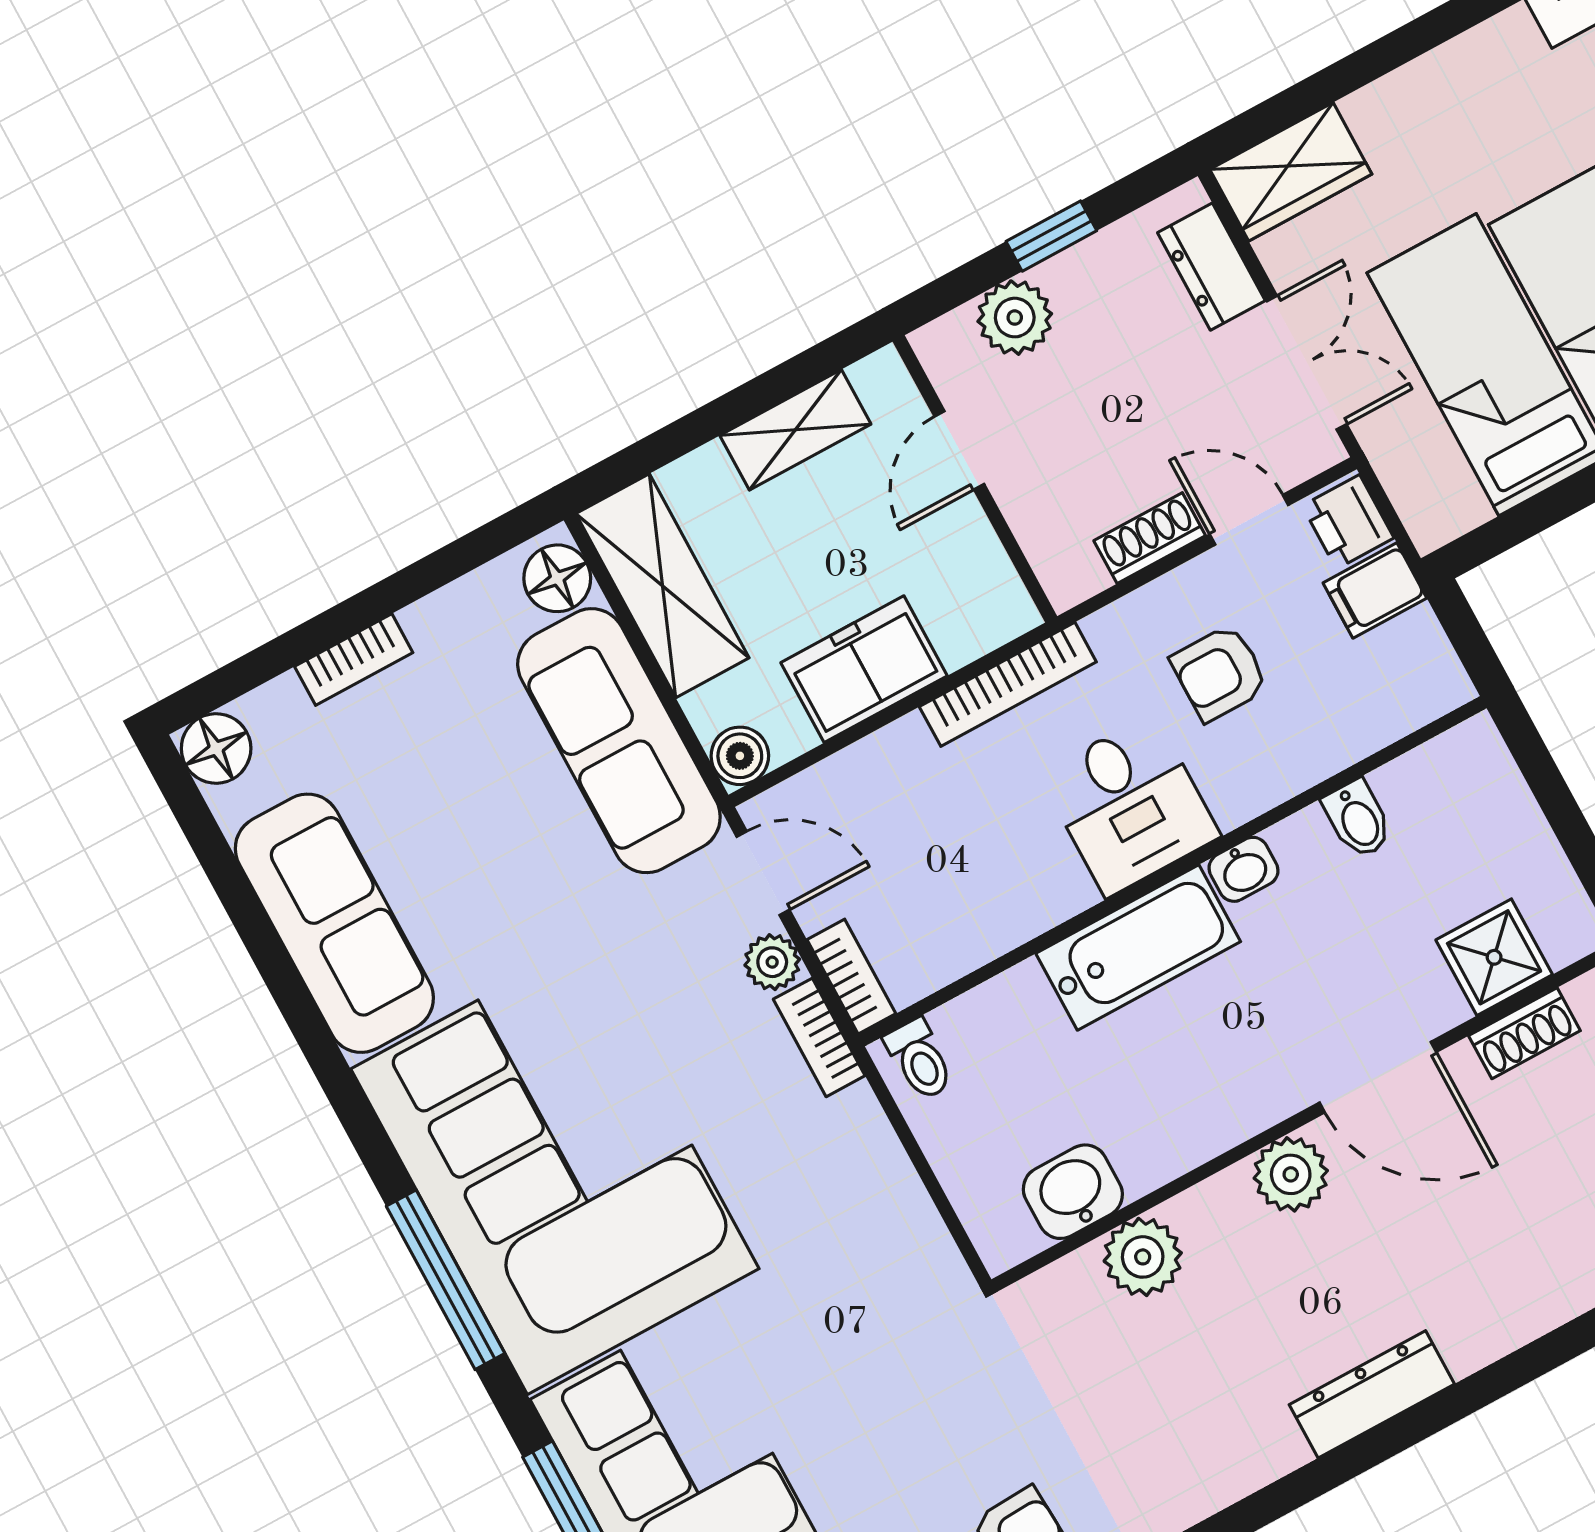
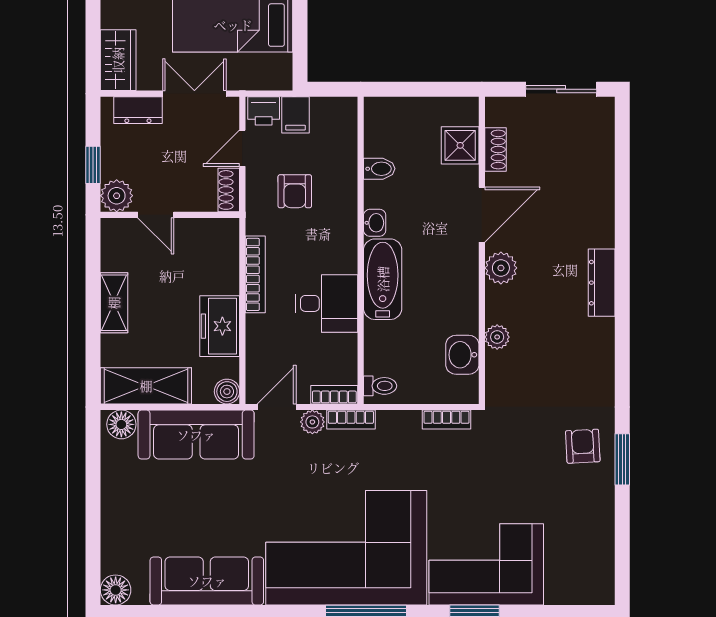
door: (959, 450) -> (156, 215), moved
wall: (975, 479) -> (170, 215), moved
bookcase: (354, 659) -> (447, 420), moved, turned 90
desk: (1130, 805) -> (327, 303), moved
plant: (1143, 1257) -> (497, 337), width x0.73, depth x0.73

